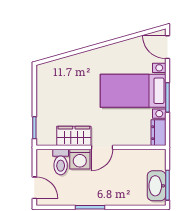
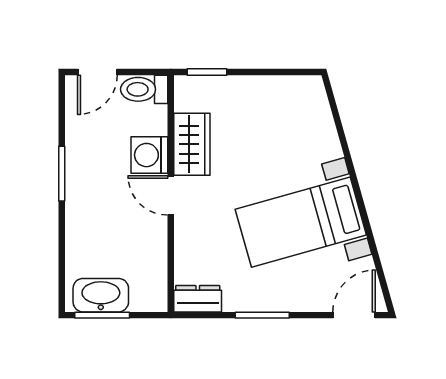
bed with nightstands: (133, 91) -> (301, 222), moved, turned -106
toilet: (61, 162) -> (144, 89), moved

